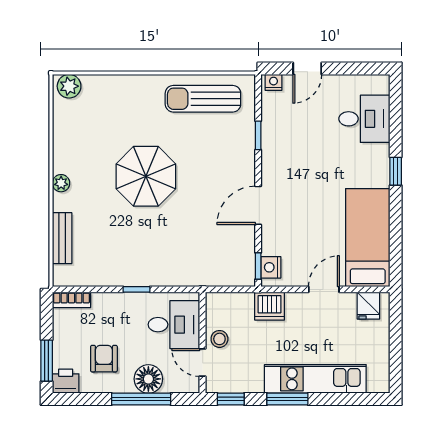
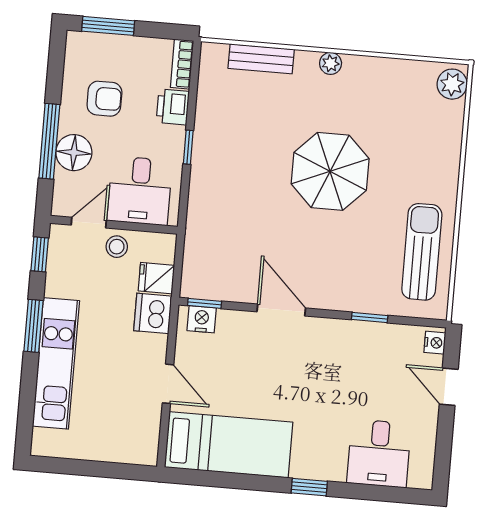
fridge: (368, 306) -> (156, 278), moved
printer: (66, 381) -> (173, 107), moved, turned 180

